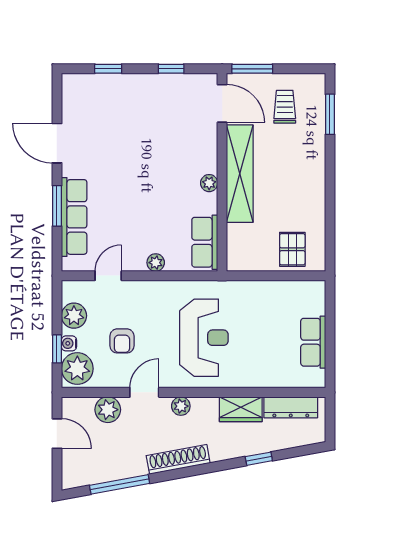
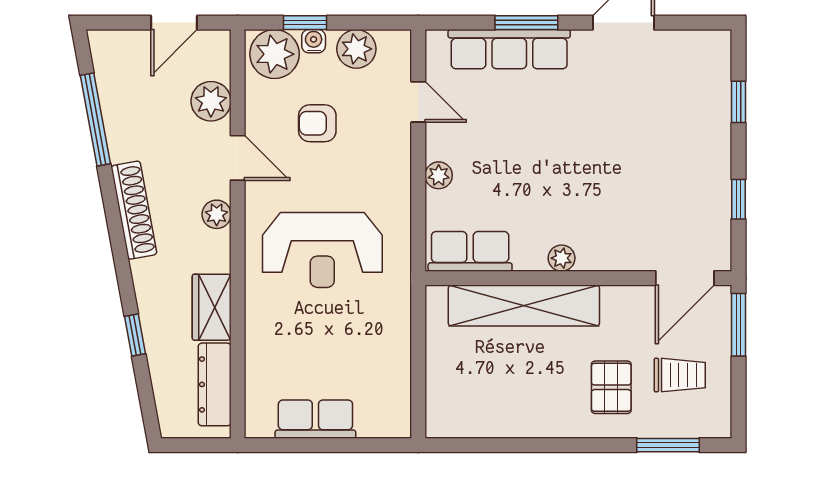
shelving: (240, 174) -> (524, 306), moved
pallet: (292, 249) -> (611, 387), moved, turned 90

